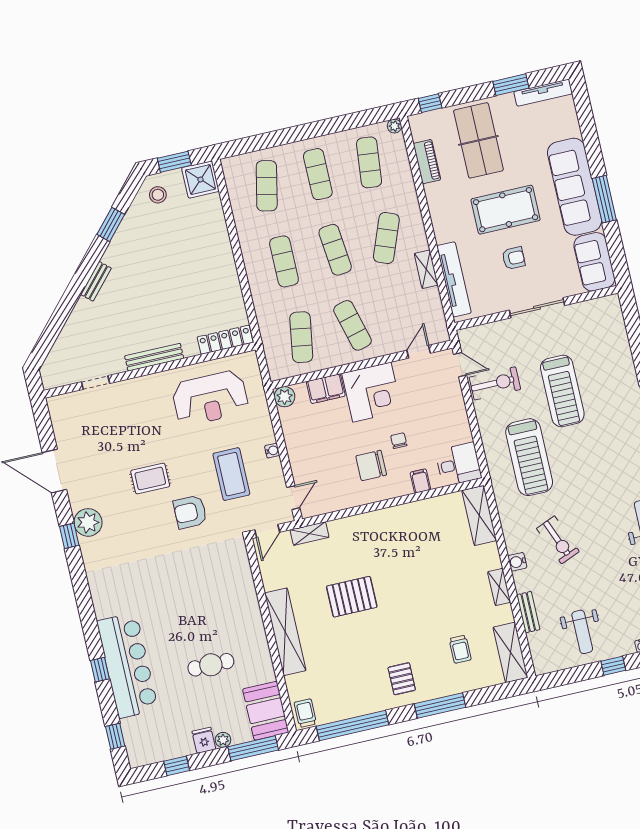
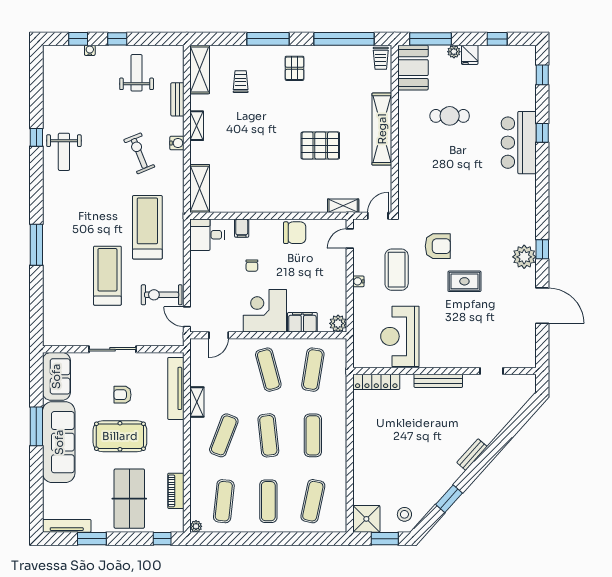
reception desk: (210, 398) -> (400, 336), turned -90
chair: (371, 465) -> (295, 233), moved
bar counter: (127, 665) -> (519, 143), width x0.73

